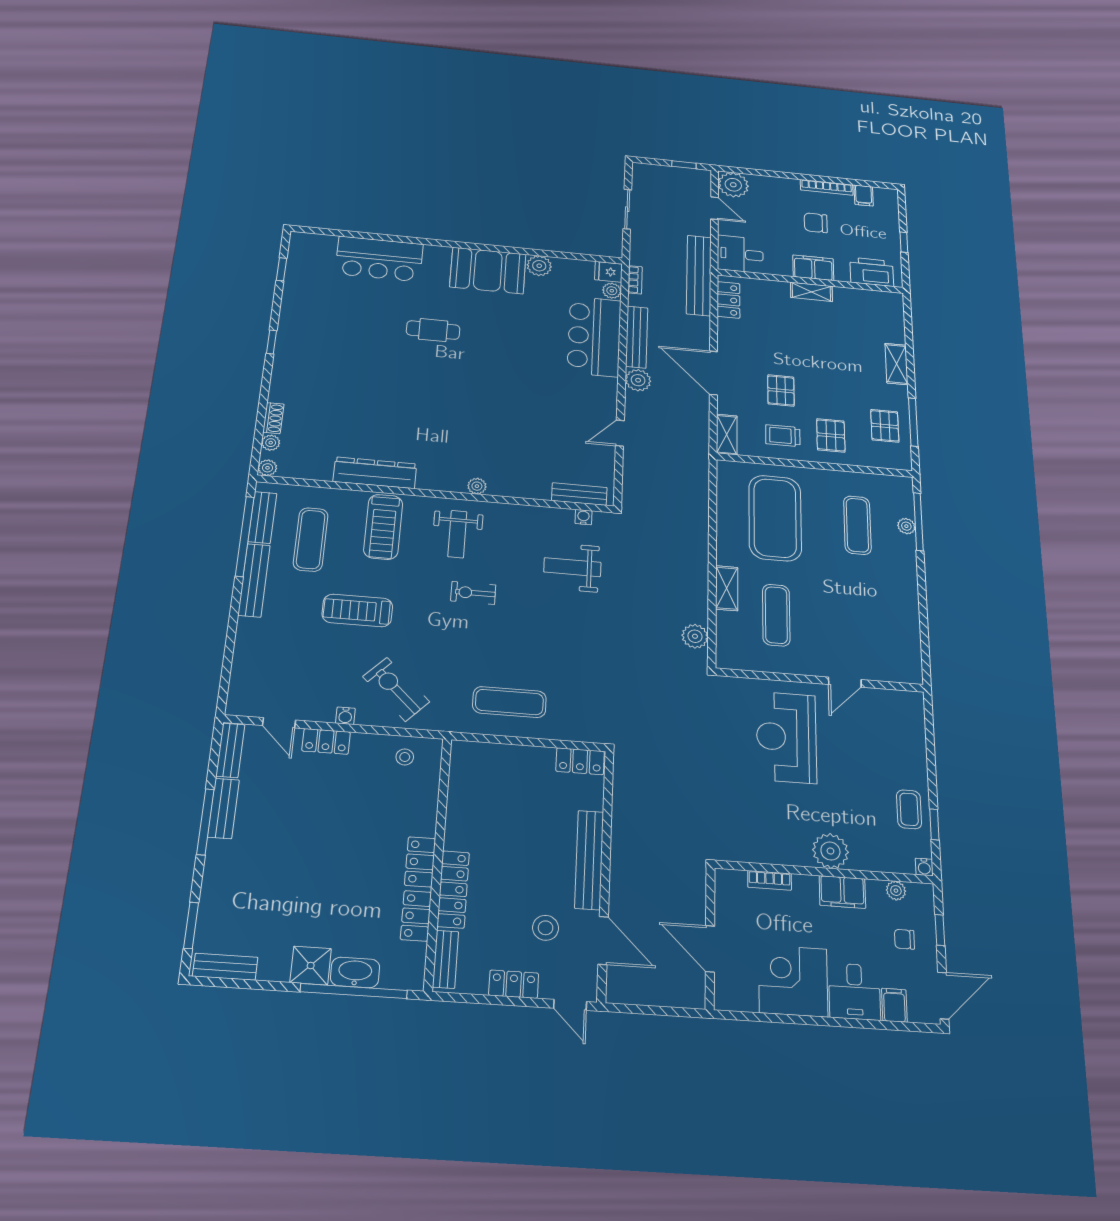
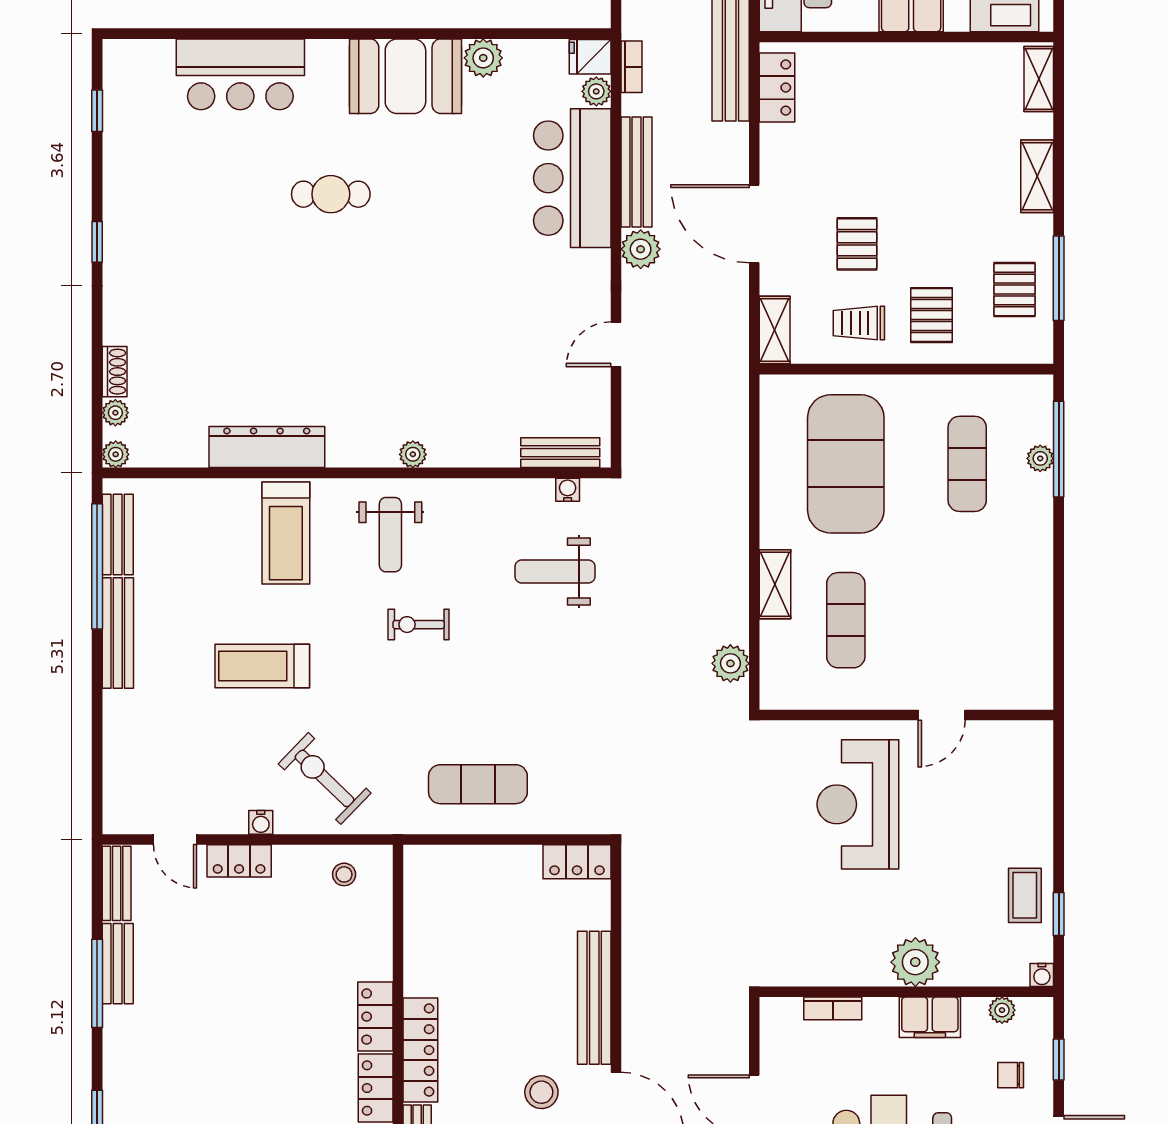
shelving: (811, 292) -> (1039, 79), moved, turned 90
exercise mat: (311, 539) -> (188, 563), removed

